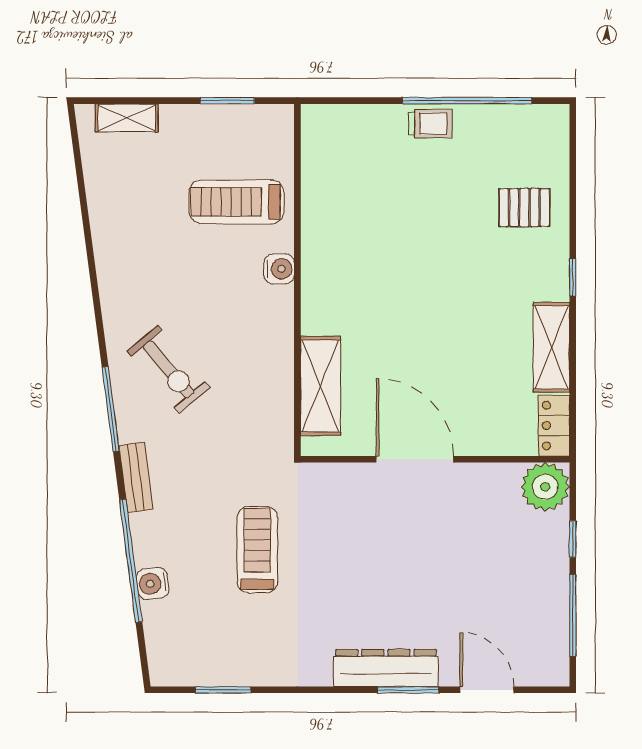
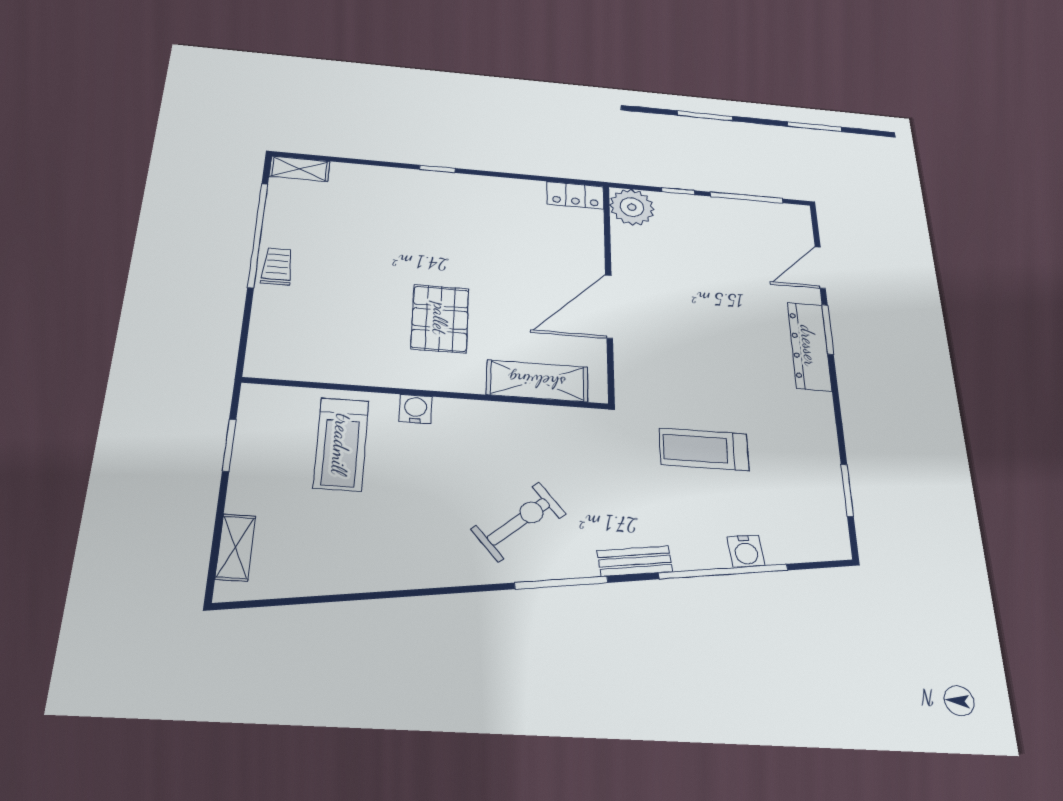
pallet: (524, 208) -> (440, 319), moved, width x1.50, depth x1.42
shelving: (551, 347) -> (300, 169), moved, width x0.67, depth x0.75

